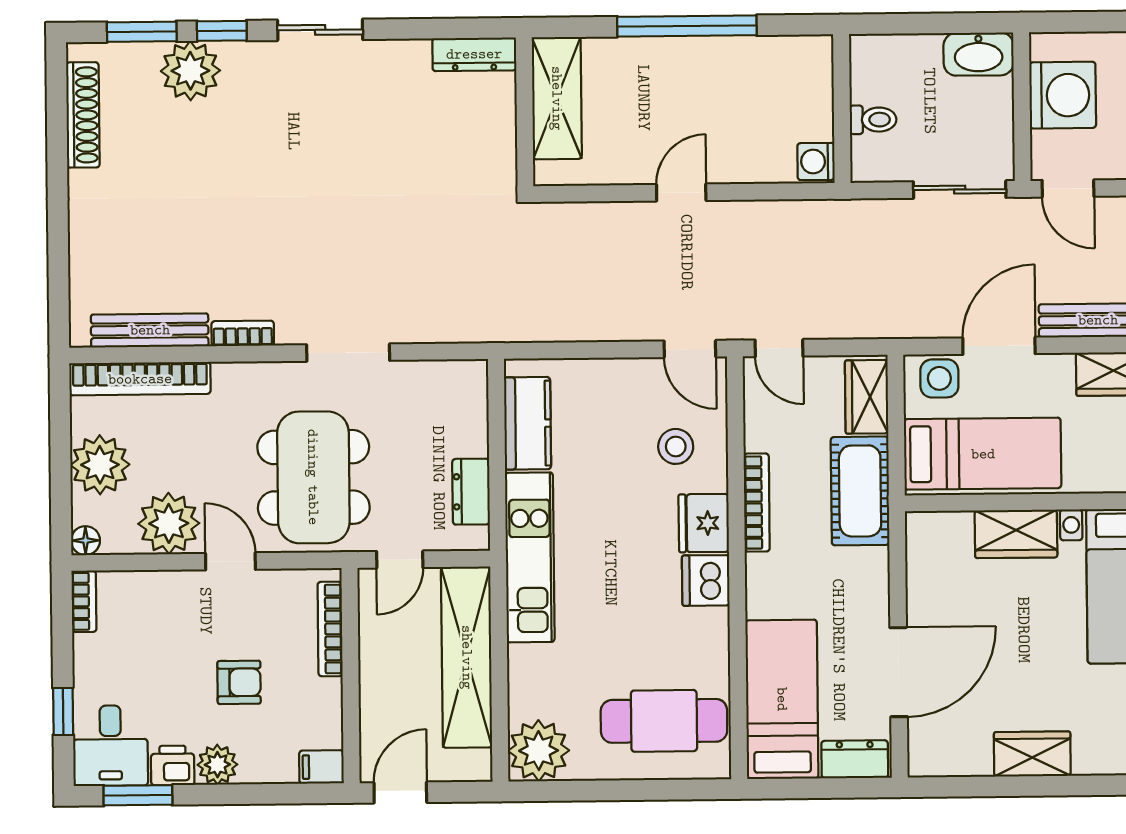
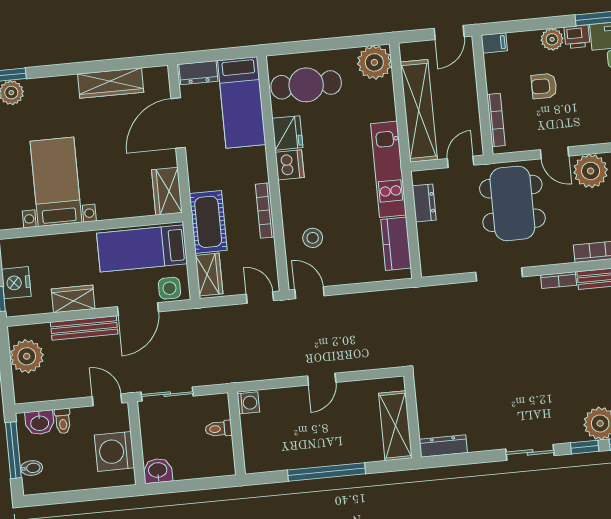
washbasin: (979, 54) -> (158, 471), width x0.72
fridge: (704, 523) -> (287, 133), moved
wardrobe: (1016, 534) -> (167, 191), moved, turned -90
wardrobe: (1032, 754) -> (111, 83), width x1.50

